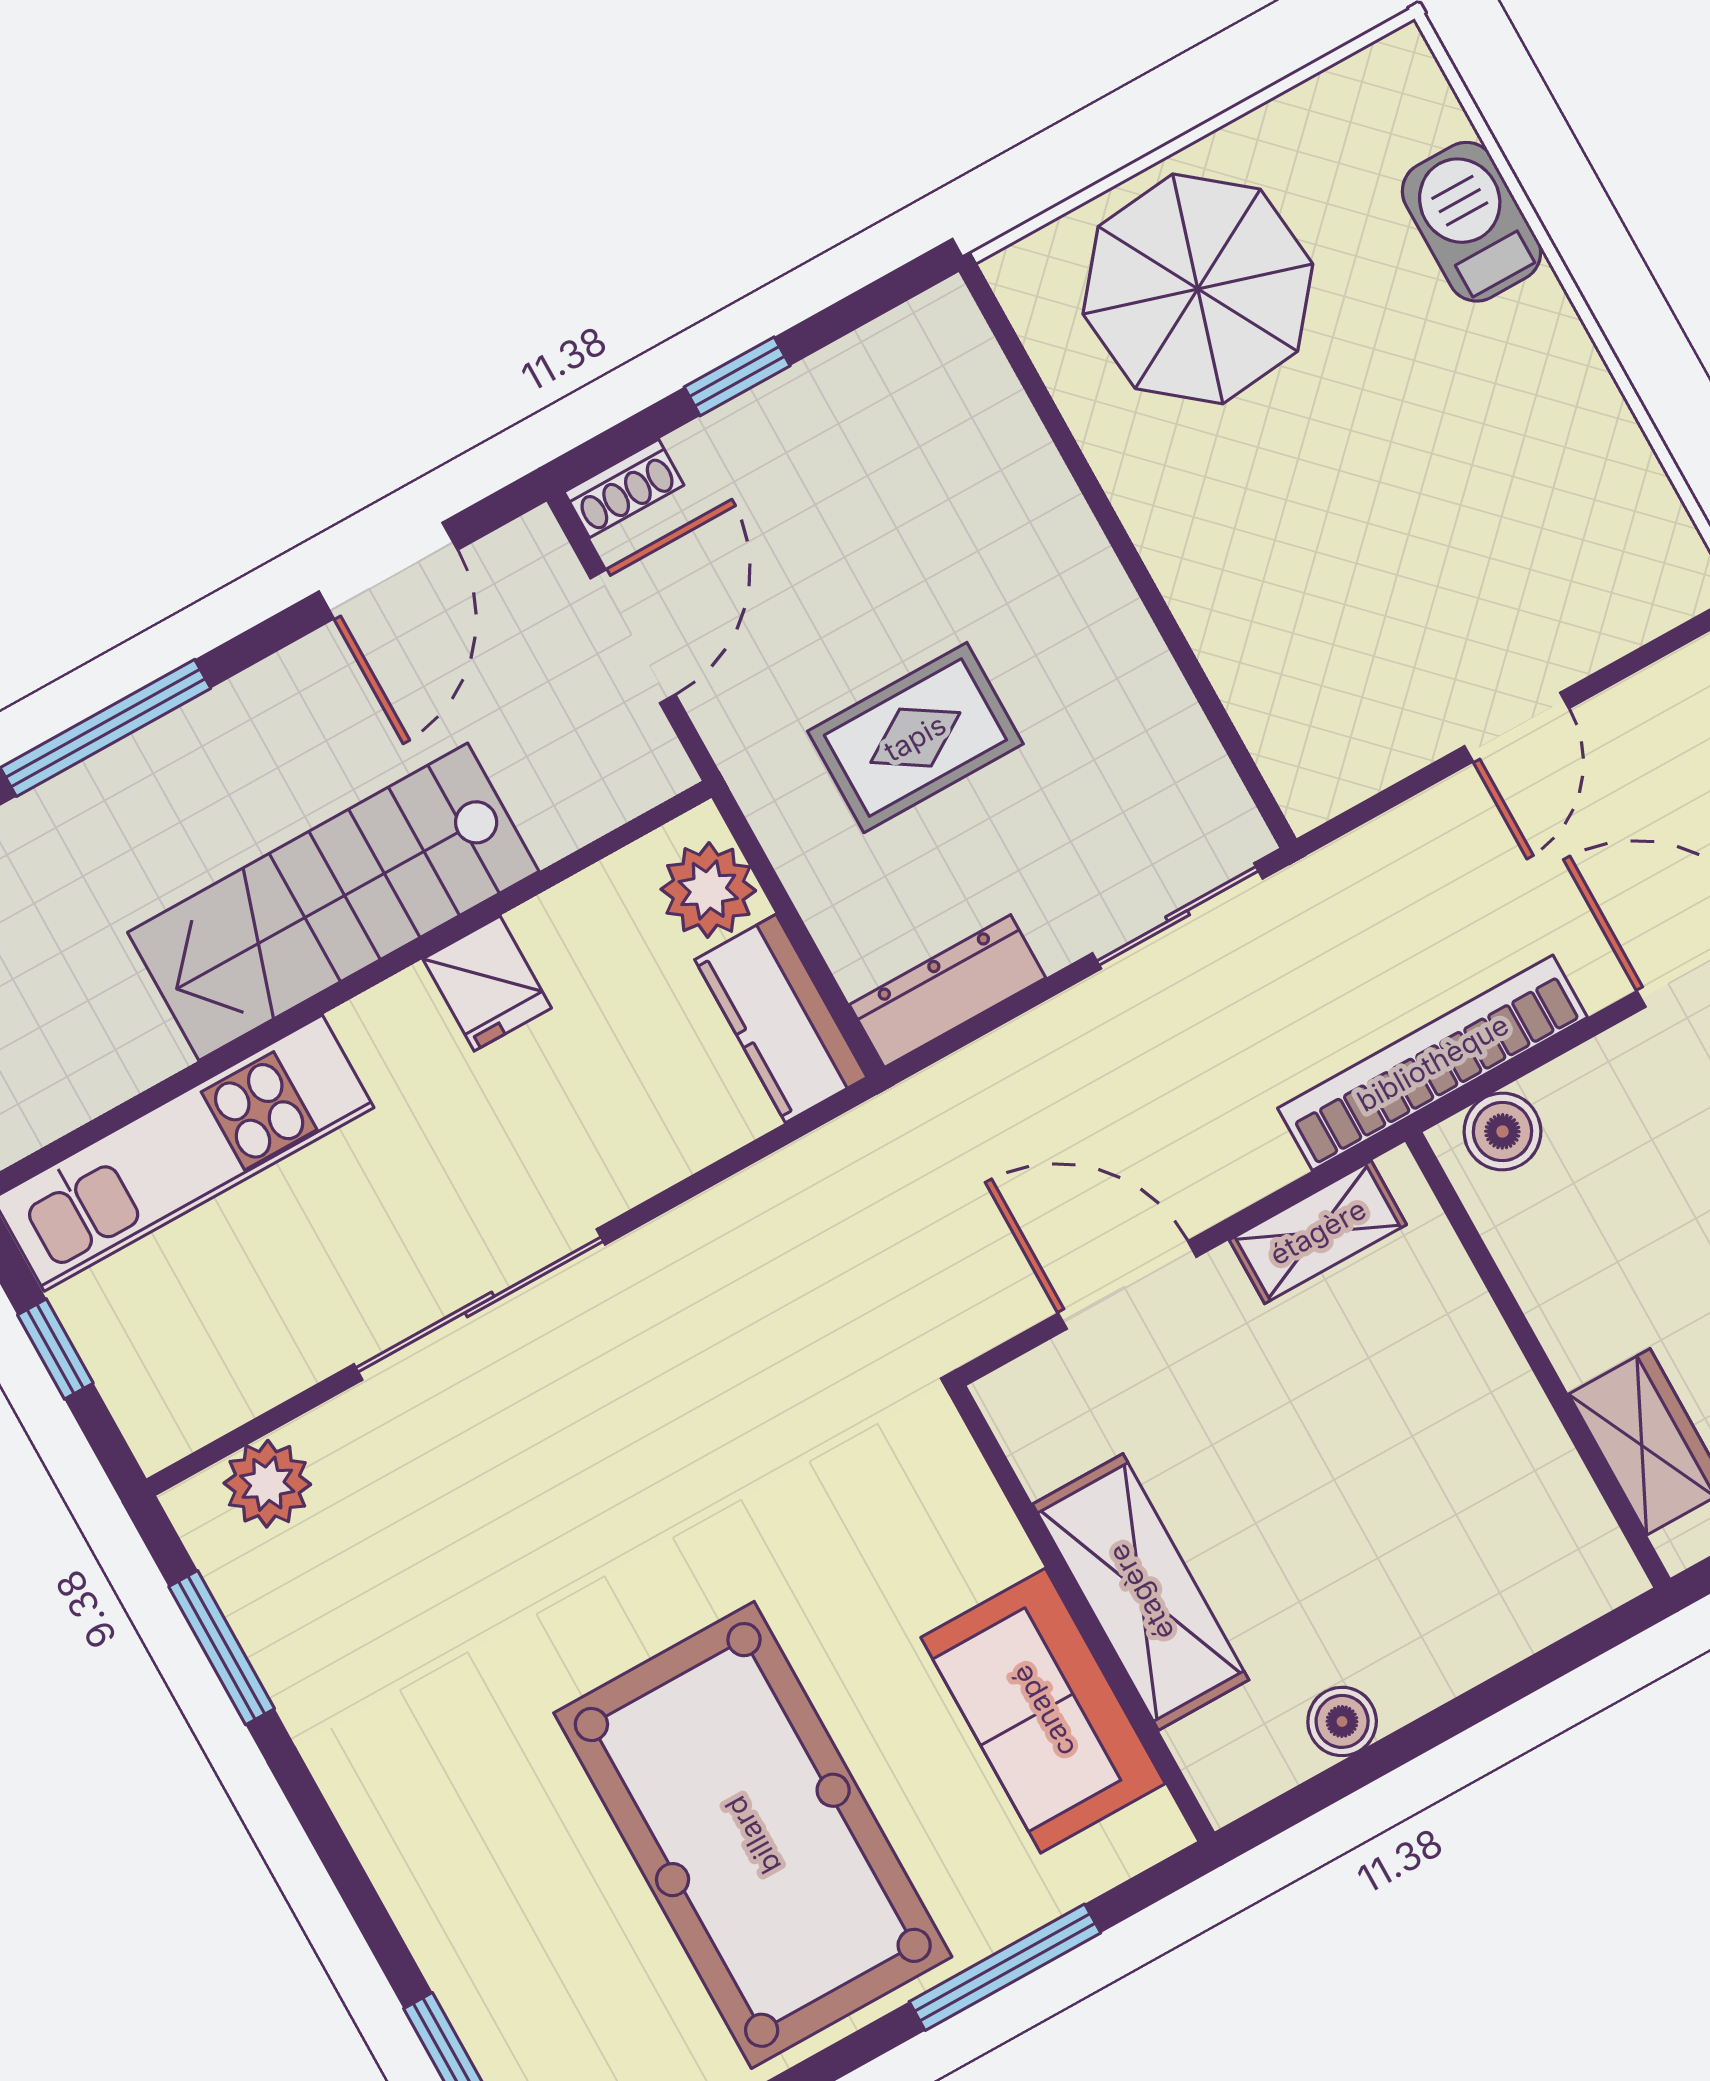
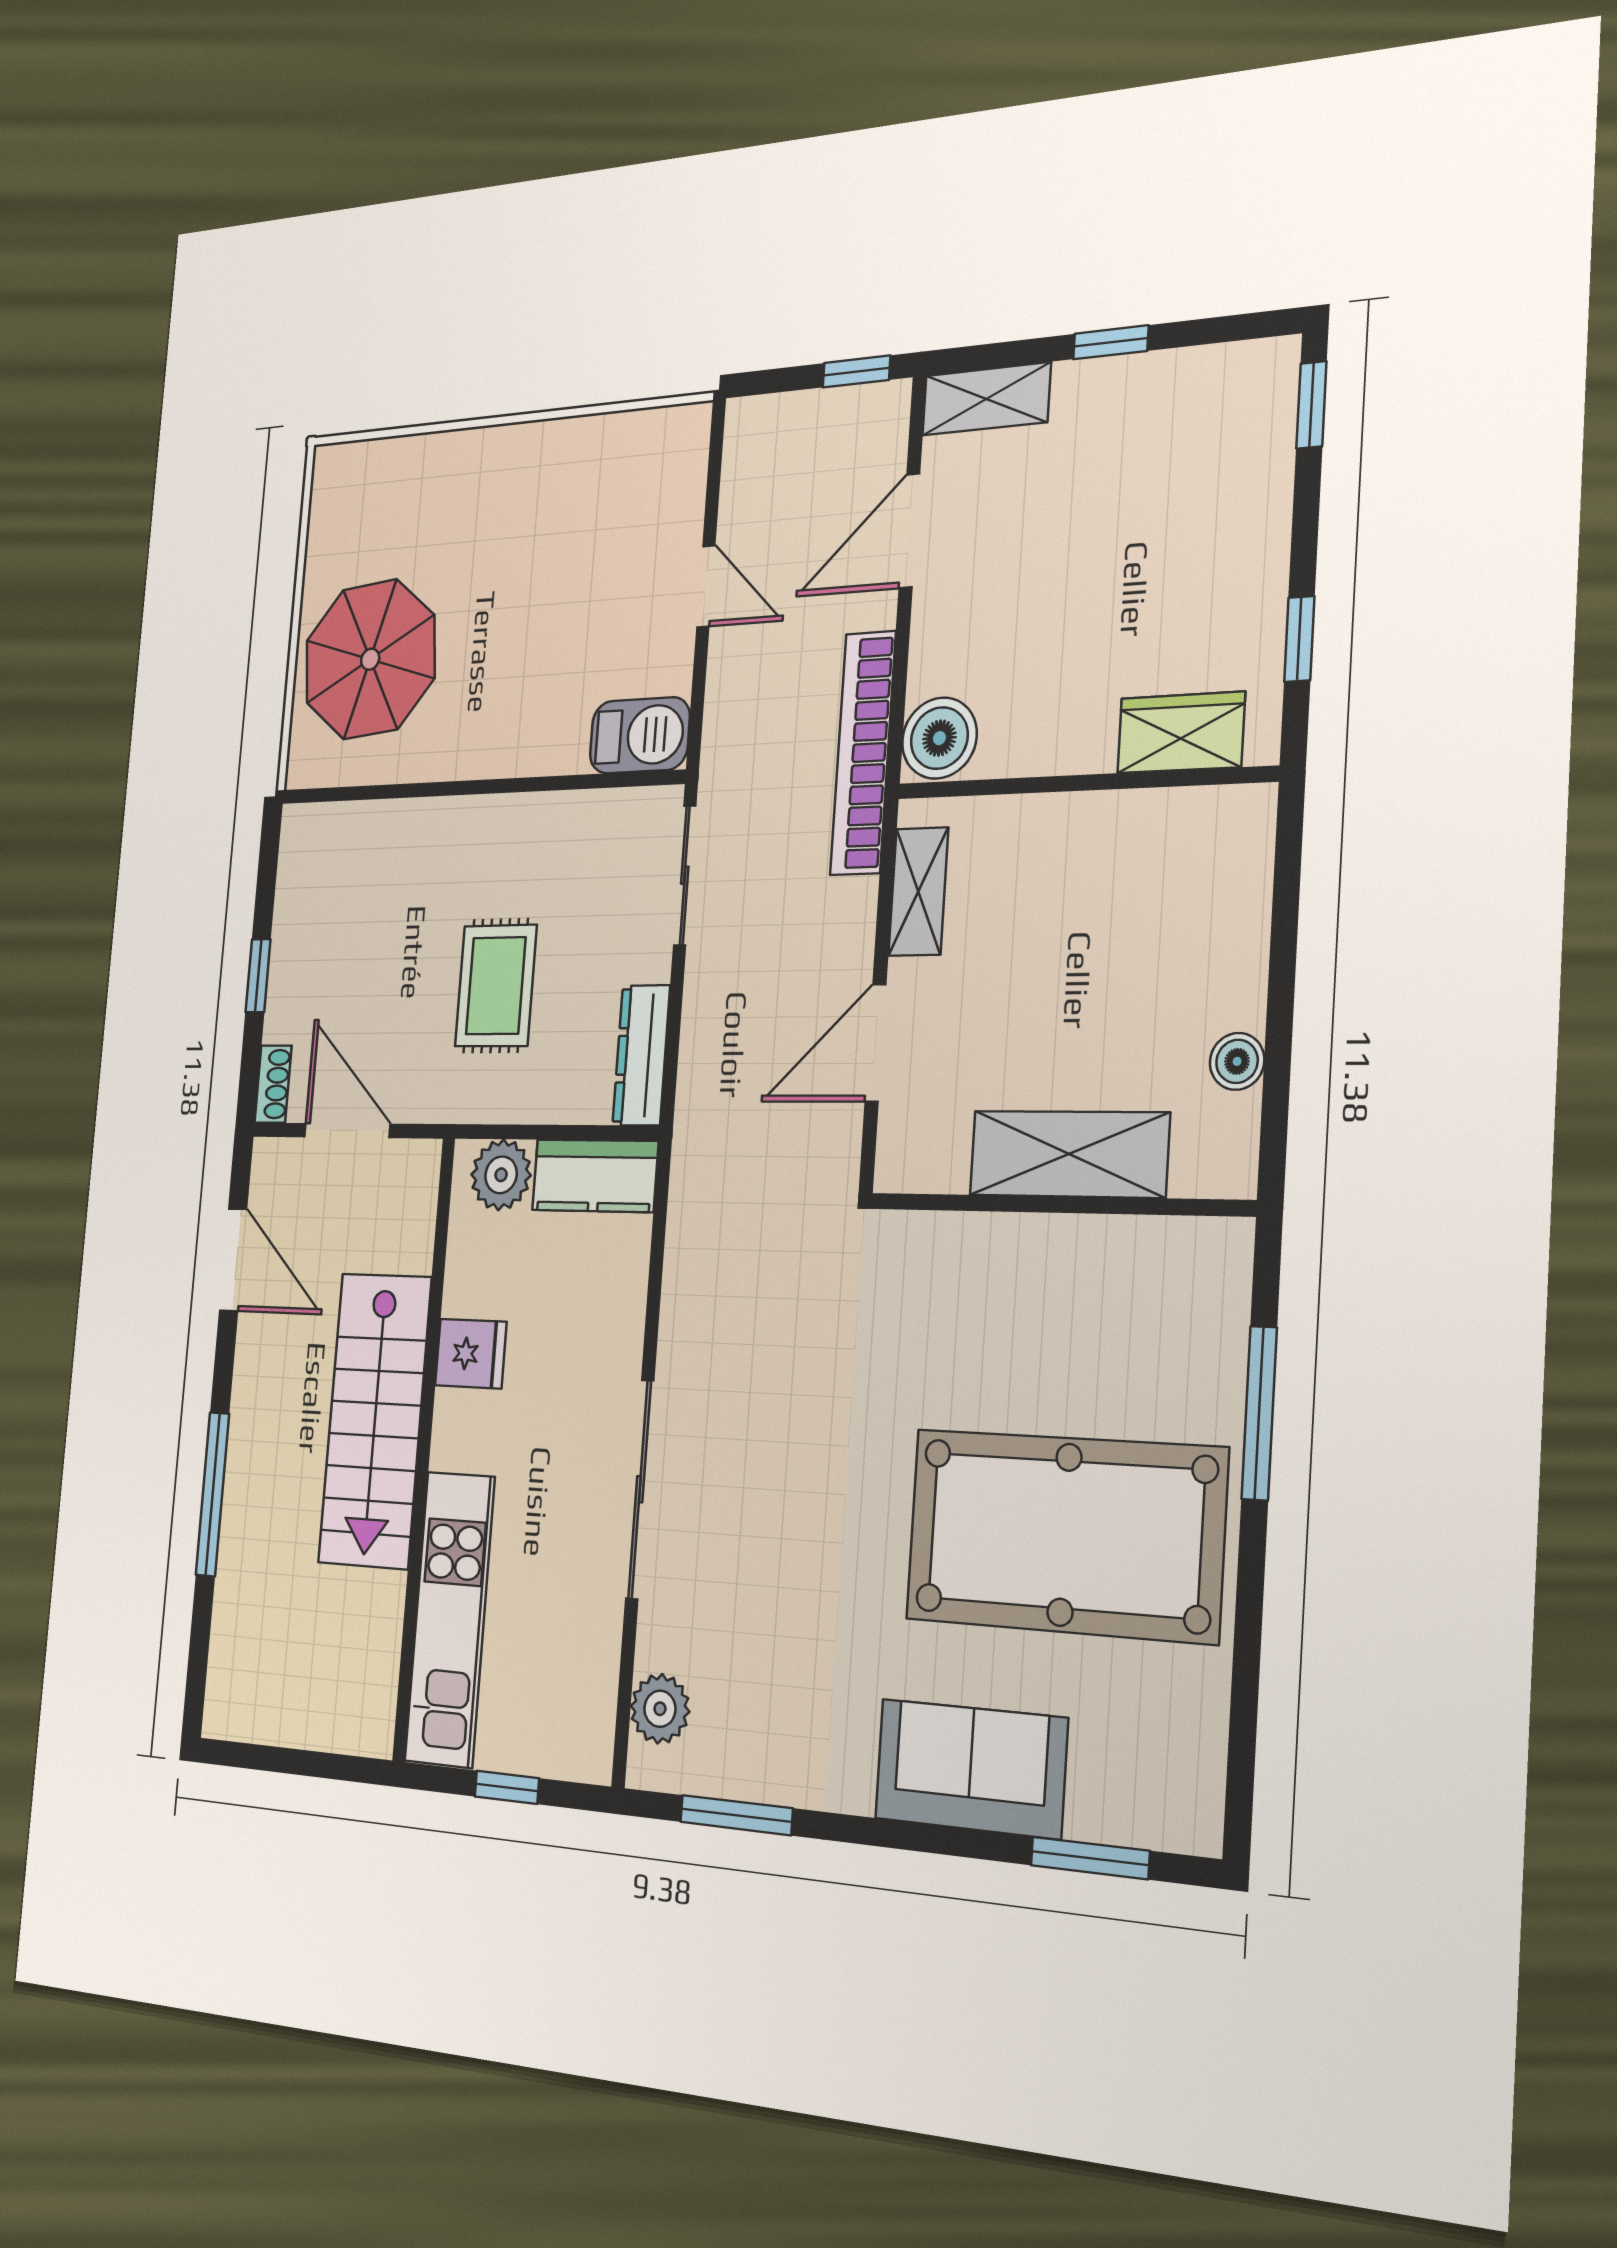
barbecue: (1471, 222) -> (640, 735), moved, turned 180
boiler: (1502, 1131) -> (939, 738), width x1.36, depth x1.36
sofa: (1043, 1711) -> (971, 1768), moved, turned 180

